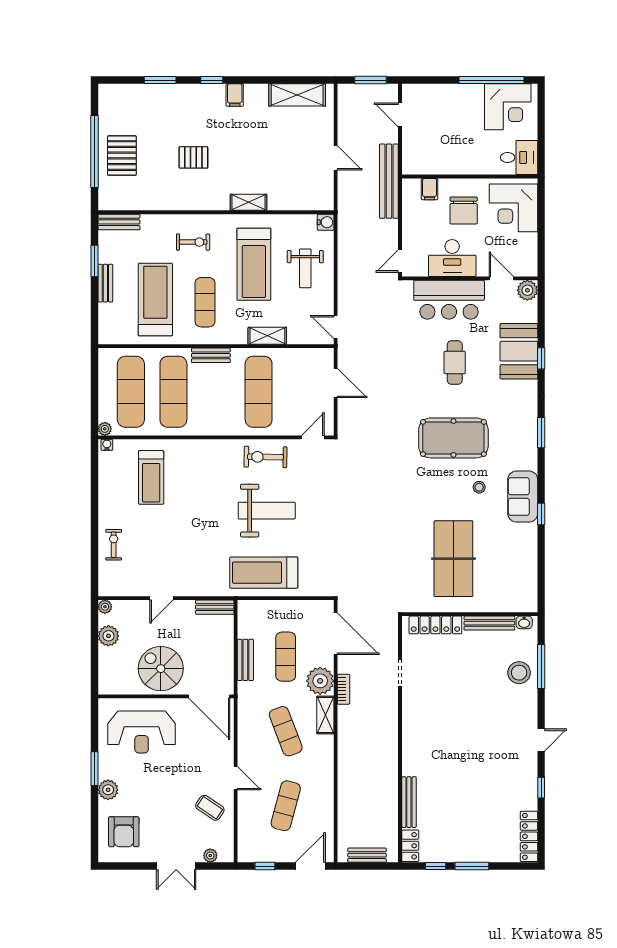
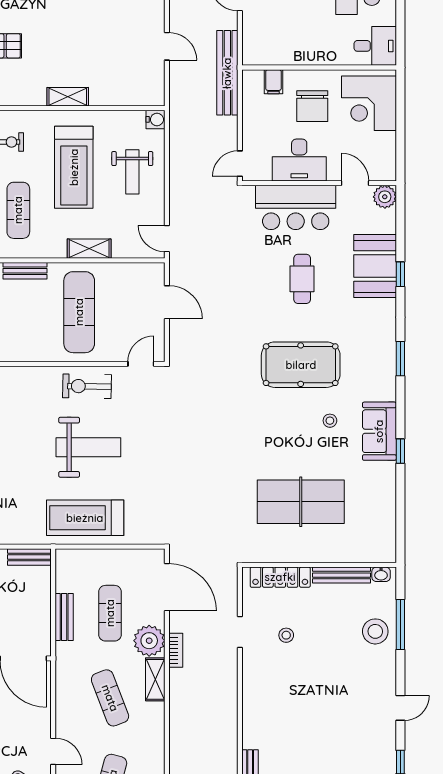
table tennis table: (453, 559) -> (301, 502), turned 90
stool: (441, 676) -> (286, 635), added

